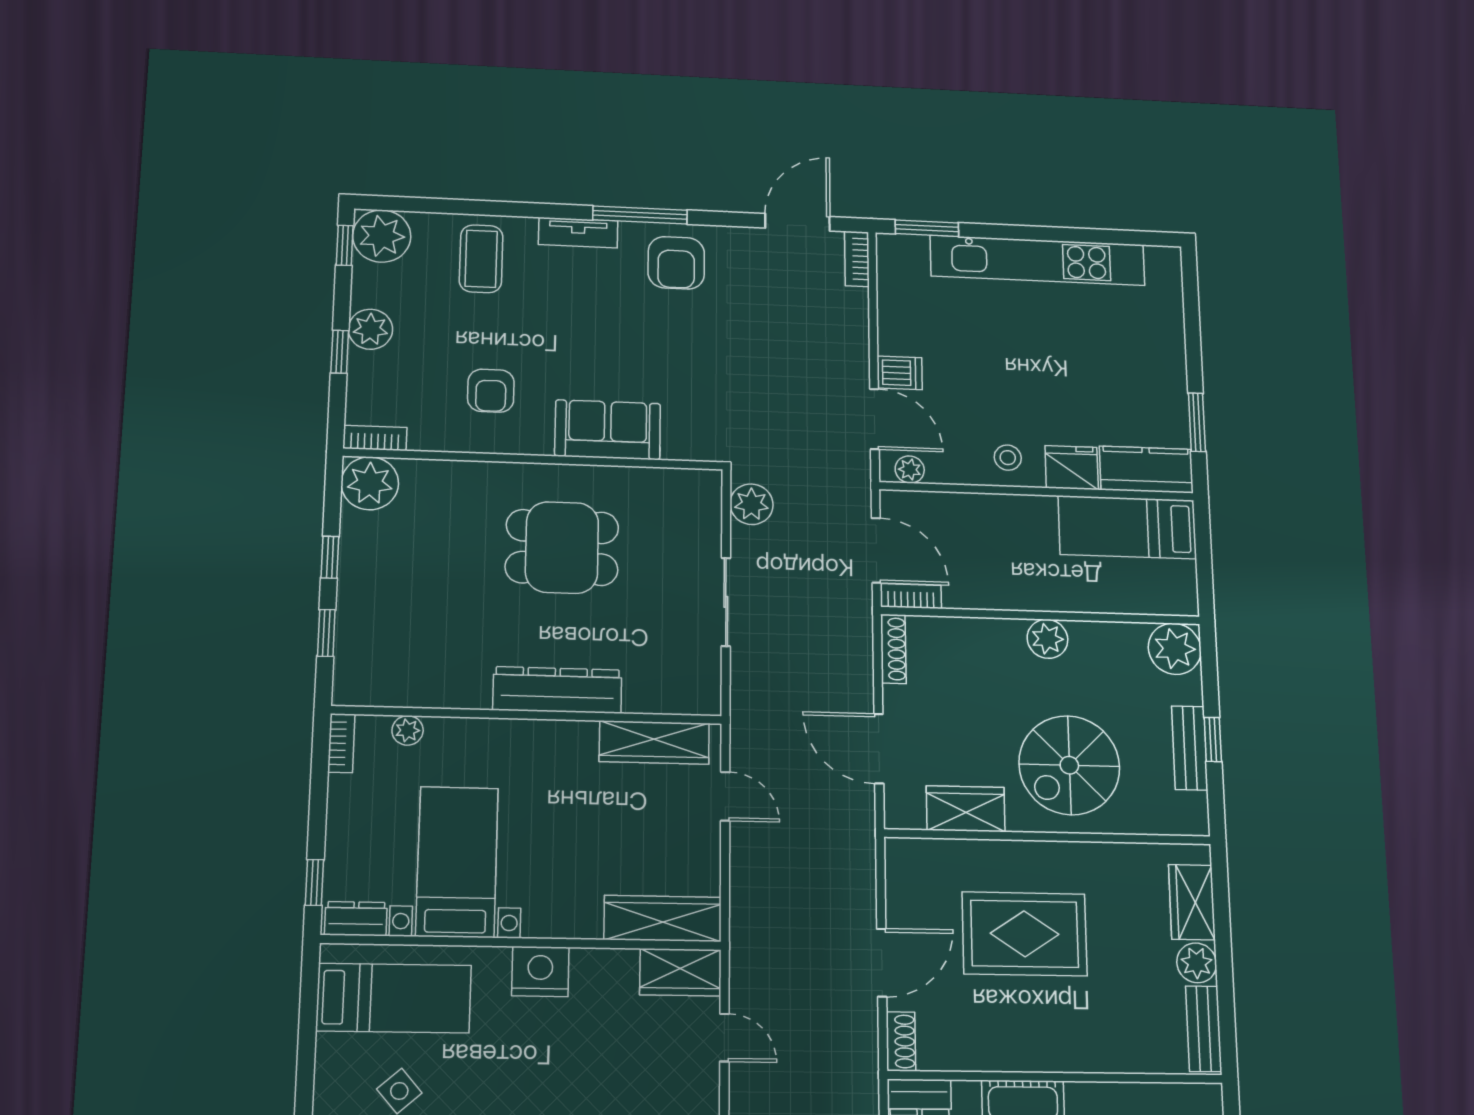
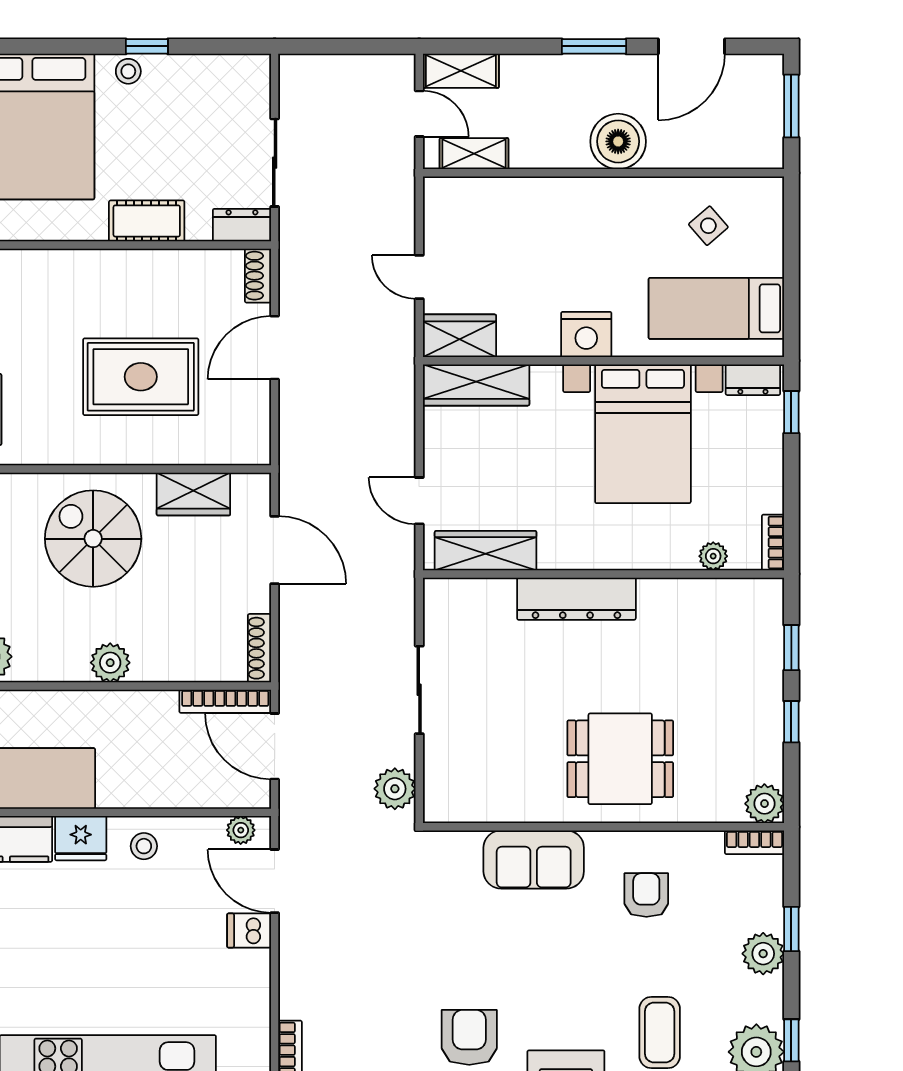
plant: (370, 483) -> (764, 804), width x0.73, depth x0.73
dining table: (562, 547) -> (620, 759), moved
bookcase: (911, 596) -> (225, 701), width x1.56
spiral stairs: (1069, 765) -> (93, 539), turned -90
bed with nightstands: (457, 862) -> (643, 434), width x1.36

